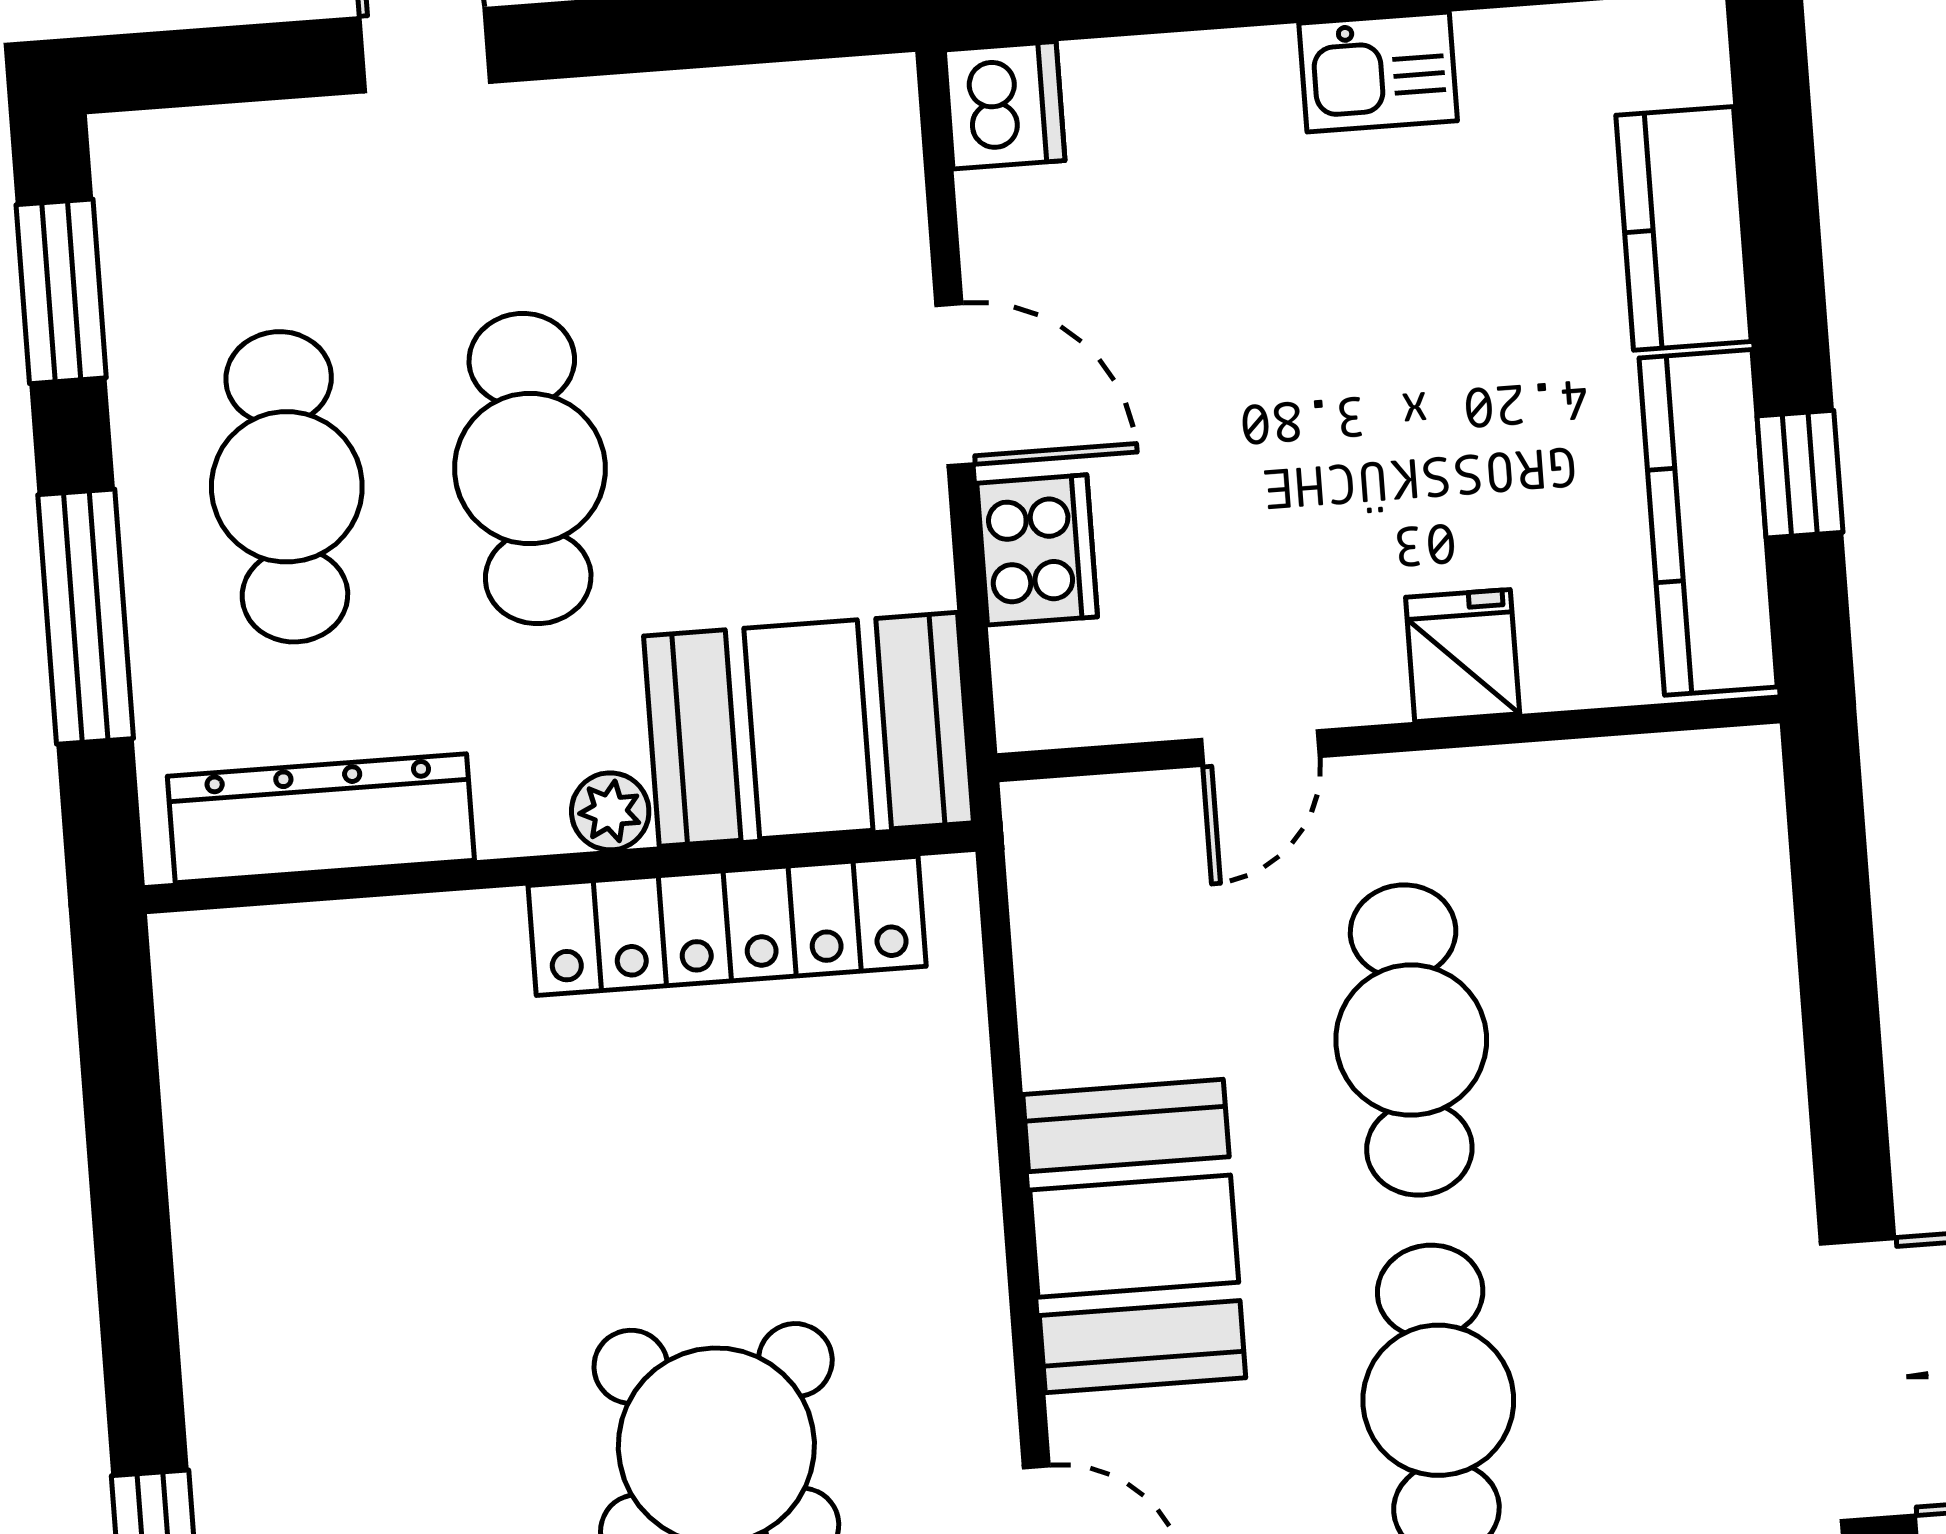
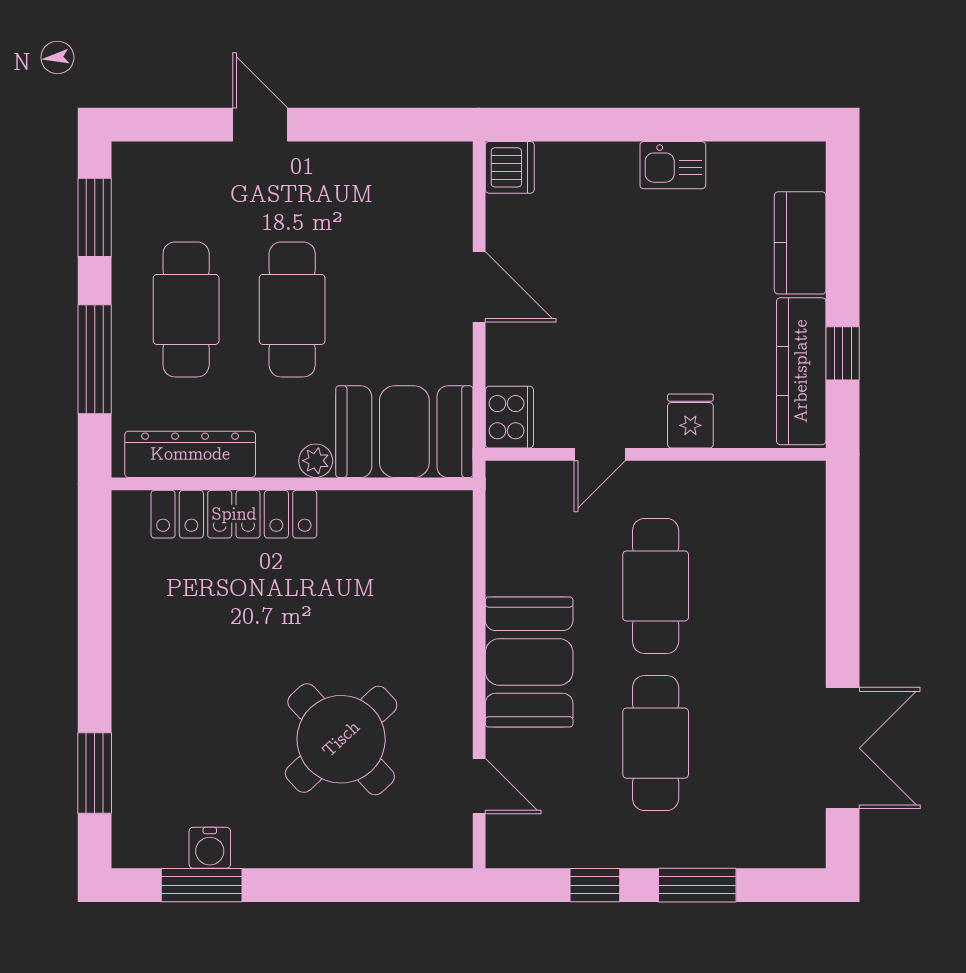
cooker: (1037, 550) -> (509, 417), moved
locker: (727, 926) -> (234, 514), moved

